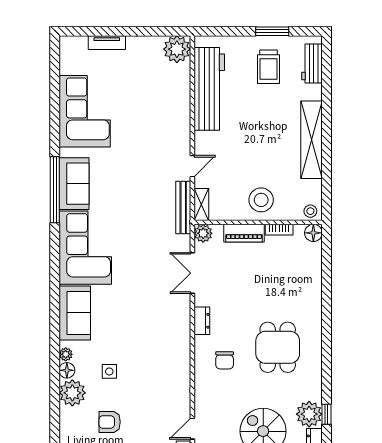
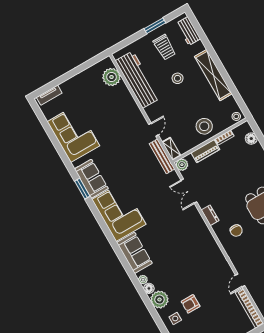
tv unit: (107, 43) -> (49, 95), moved
plant: (177, 49) -> (111, 77), moved
stool: (262, 117) -> (178, 78), added
window: (55, 190) -> (82, 189), width x0.47
floor lamp: (313, 233) -> (251, 139), moved
side table: (109, 371) -> (175, 318), moved

